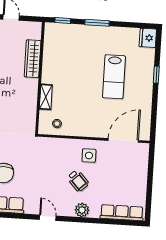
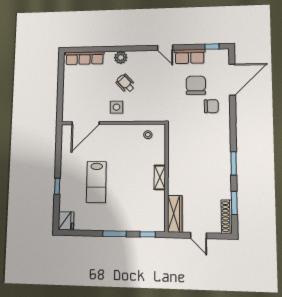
wardrobe: (33, 59) -> (175, 214), moved
lab bench: (114, 77) -> (96, 182), turned 180
shelving: (46, 97) -> (160, 177), moved
door: (48, 218) -> (165, 48), moved

